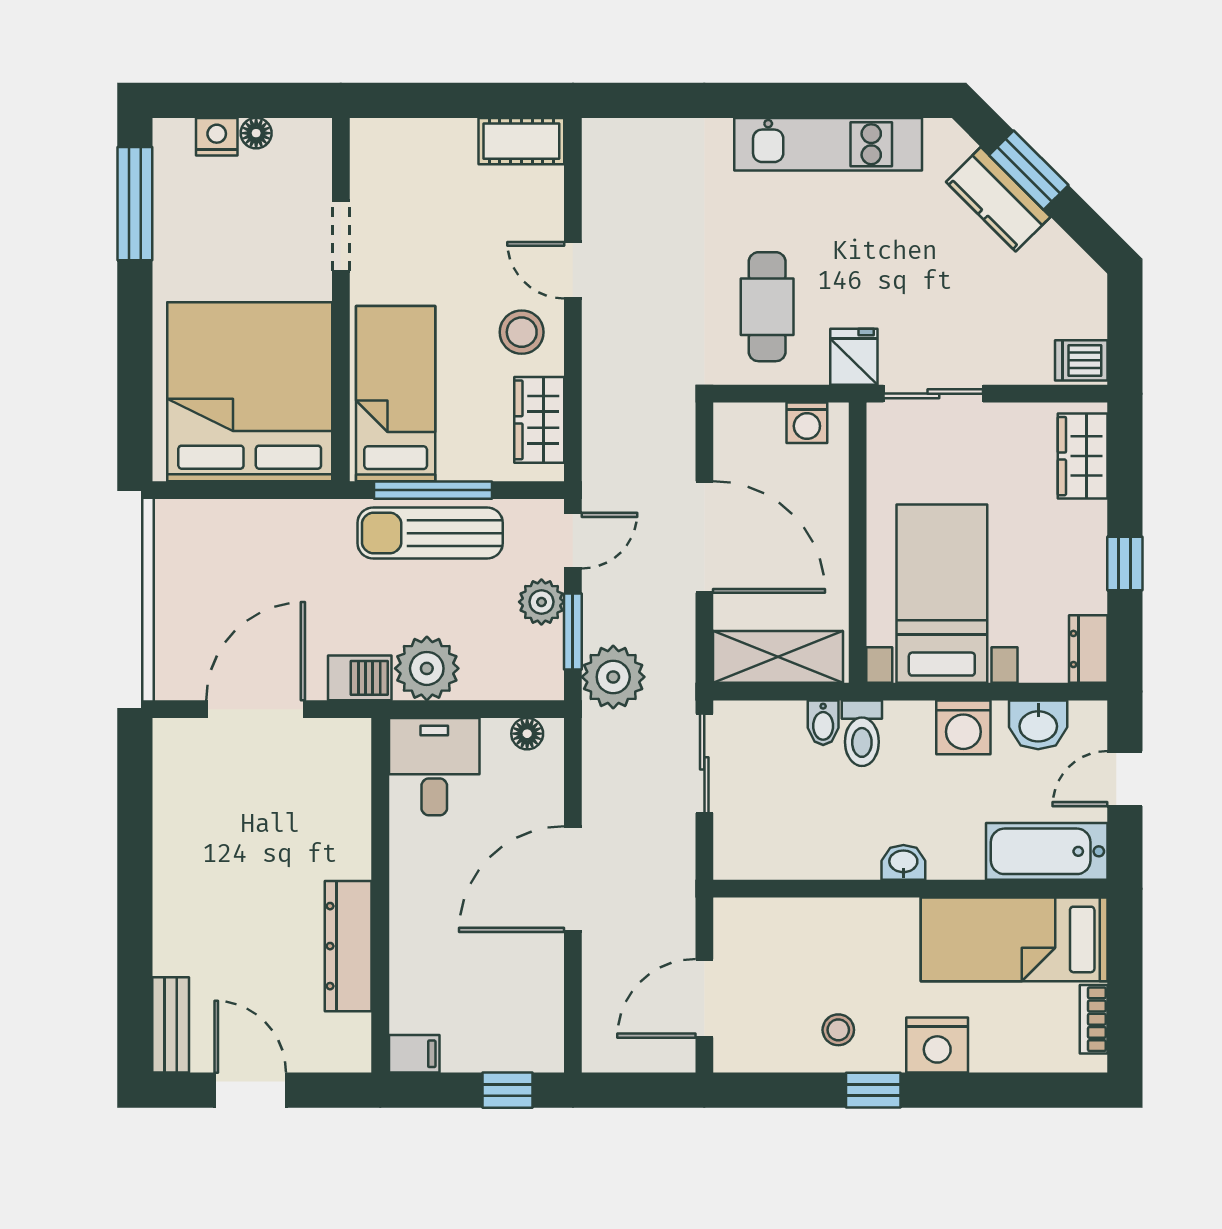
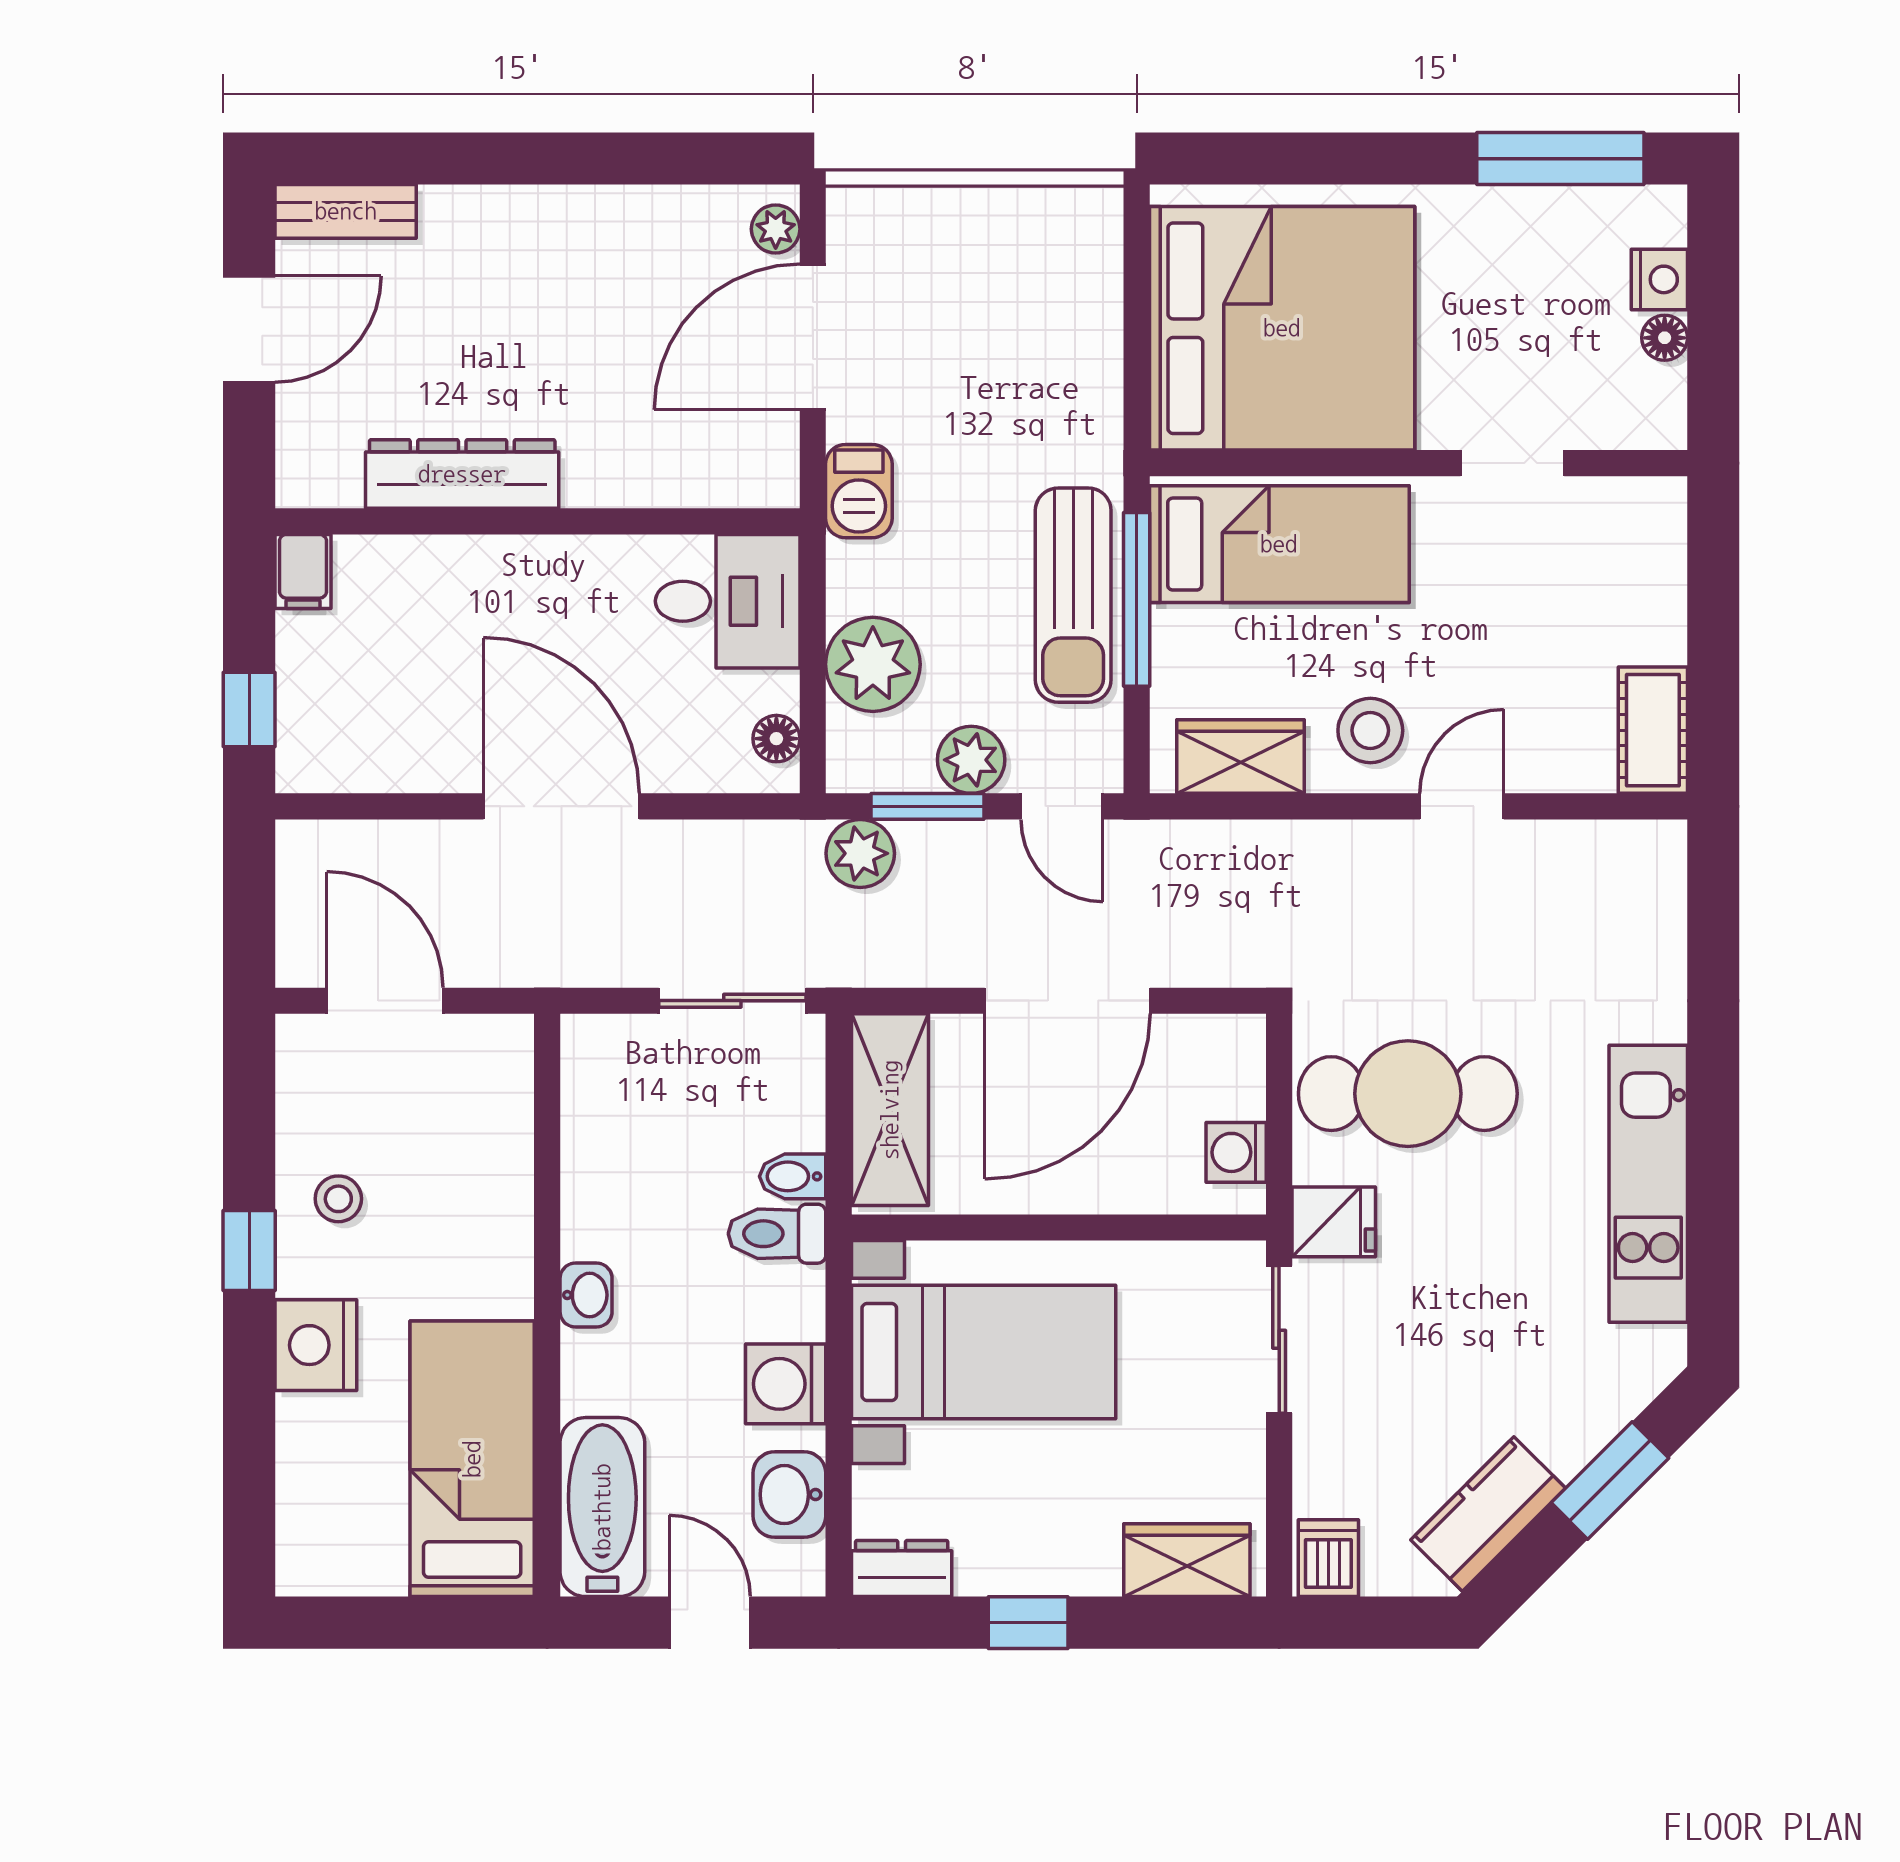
kitchen counter: (998, 199) -> (1488, 1514), moved
cafe table: (767, 307) -> (1408, 1094), width x1.37, depth x1.35
sun lounger: (430, 533) -> (1073, 595), turned 180
plant: (427, 668) -> (873, 664), moved
plant: (613, 677) -> (860, 853), width x0.73, depth x0.73
door: (256, 709) -> (813, 337), swing flipped
plant: (183, 734) -> (776, 229), added
bookcase: (1094, 1019) -> (354, 1576), removed

